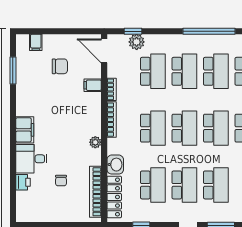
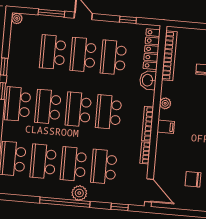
window: (209, 31) -> (65, 202), moved
plant: (137, 42) -> (79, 193), moved
filing cabinet: (93, 85) -> (166, 127), moved

